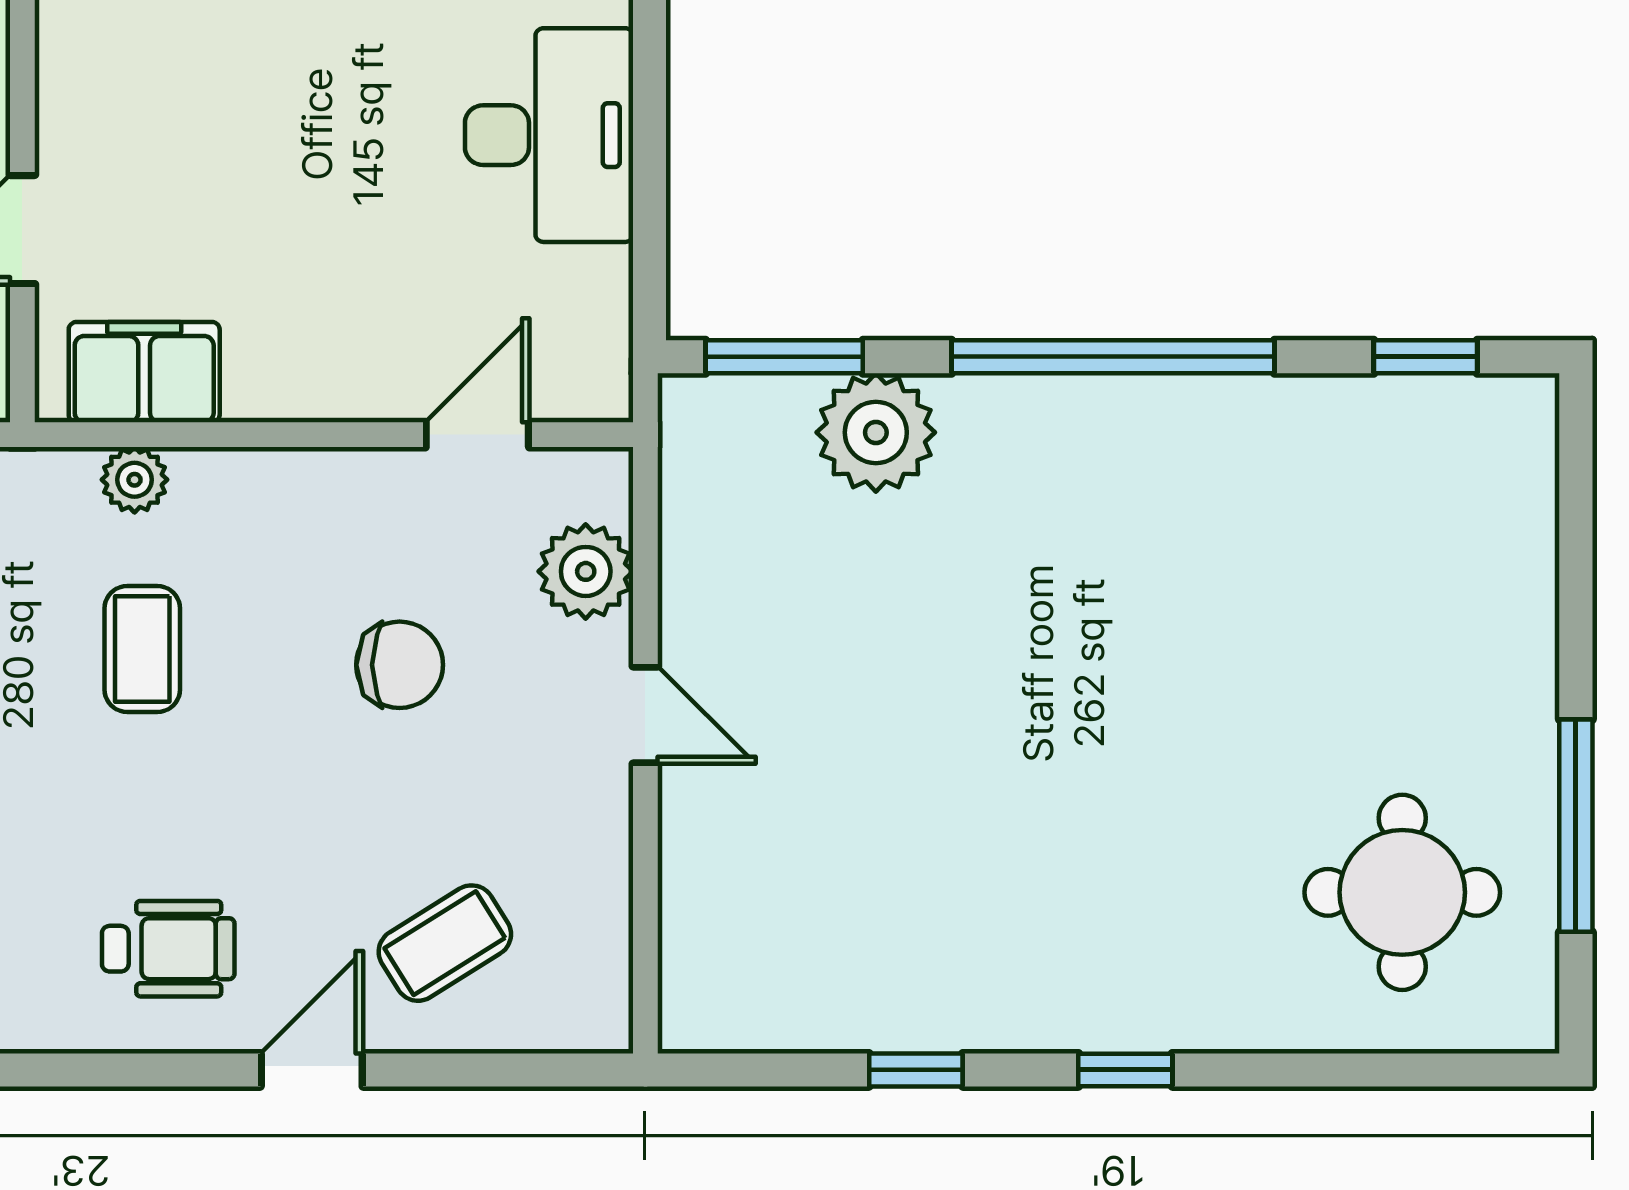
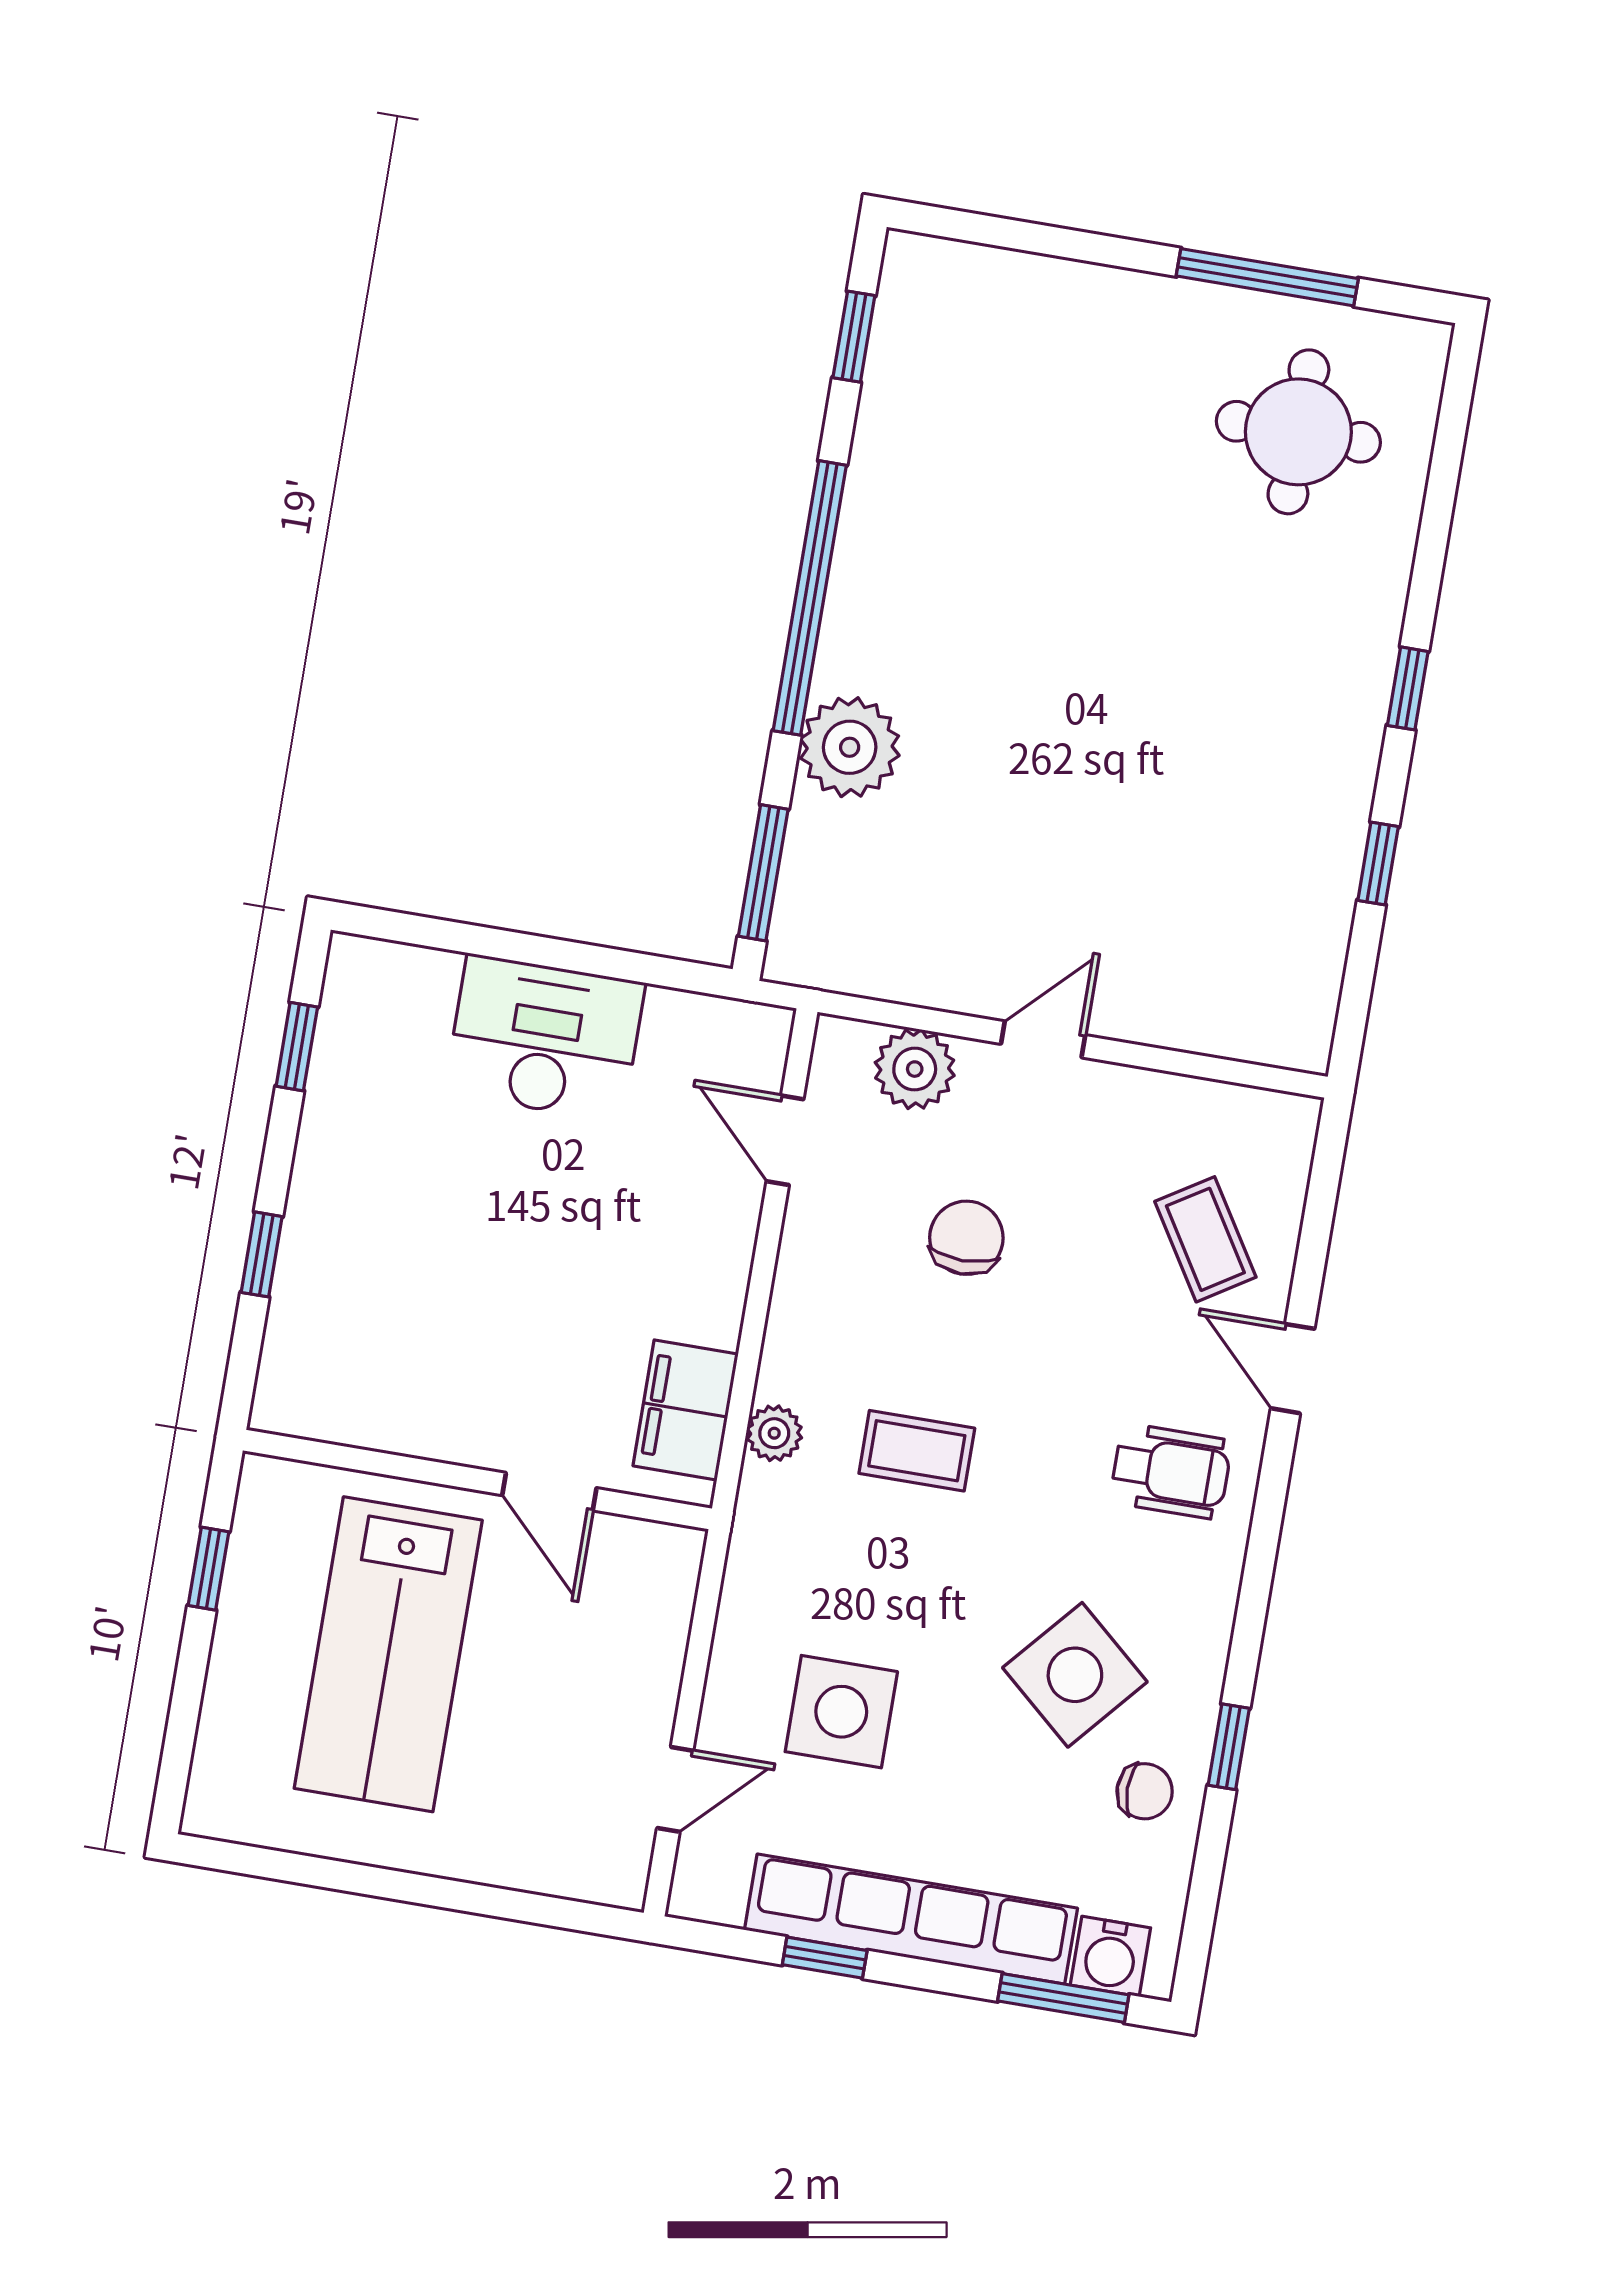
plant: (876, 432) -> (850, 747), moved
wheelchair: (168, 949) -> (1171, 1471), turned 90

